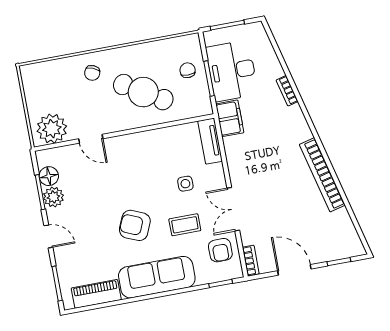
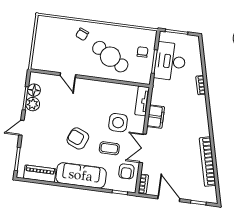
filing cabinet: (230, 118) -> (156, 117), moved
plant: (52, 129) -> (46, 61), removed
bookcase: (322, 175) -> (208, 162), moved
side table: (185, 184) -> (118, 123), width x1.87, depth x1.87
door: (48, 236) -> (21, 128), swing flipped

